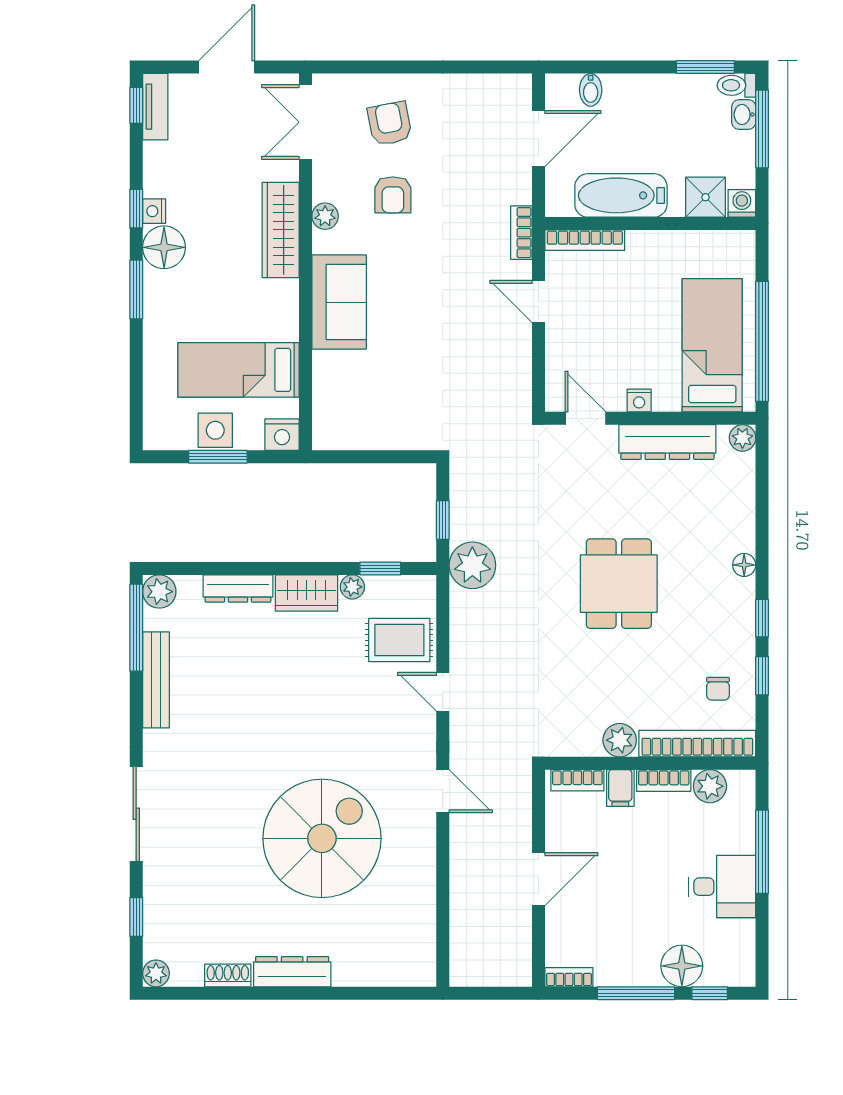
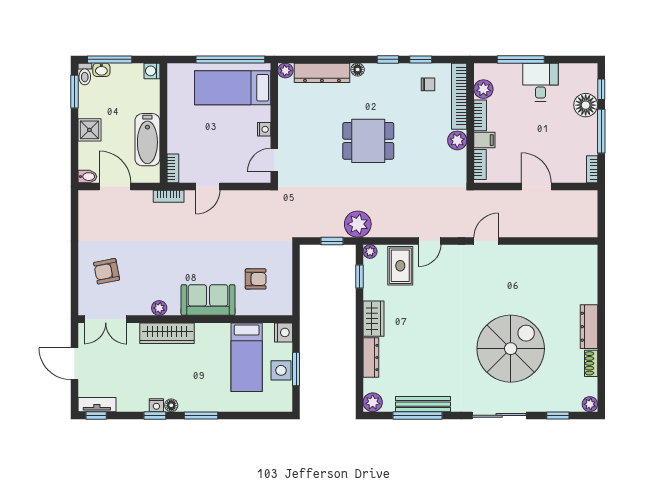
bidet: (591, 90) -> (87, 177), moved
armchair: (393, 195) -> (256, 279), moved
shower: (706, 197) -> (89, 130), moved
bookcase: (585, 240) -> (173, 168), width x0.64
floor lamp: (164, 247) -> (171, 405), width x0.53, depth x0.53
dresser: (667, 442) -> (322, 73), moved, turned 90
plant: (352, 587) -> (370, 252), moved
window: (136, 628) -> (418, 415), moved
spiral stairs: (322, 838) -> (511, 349), moved, turned 90

